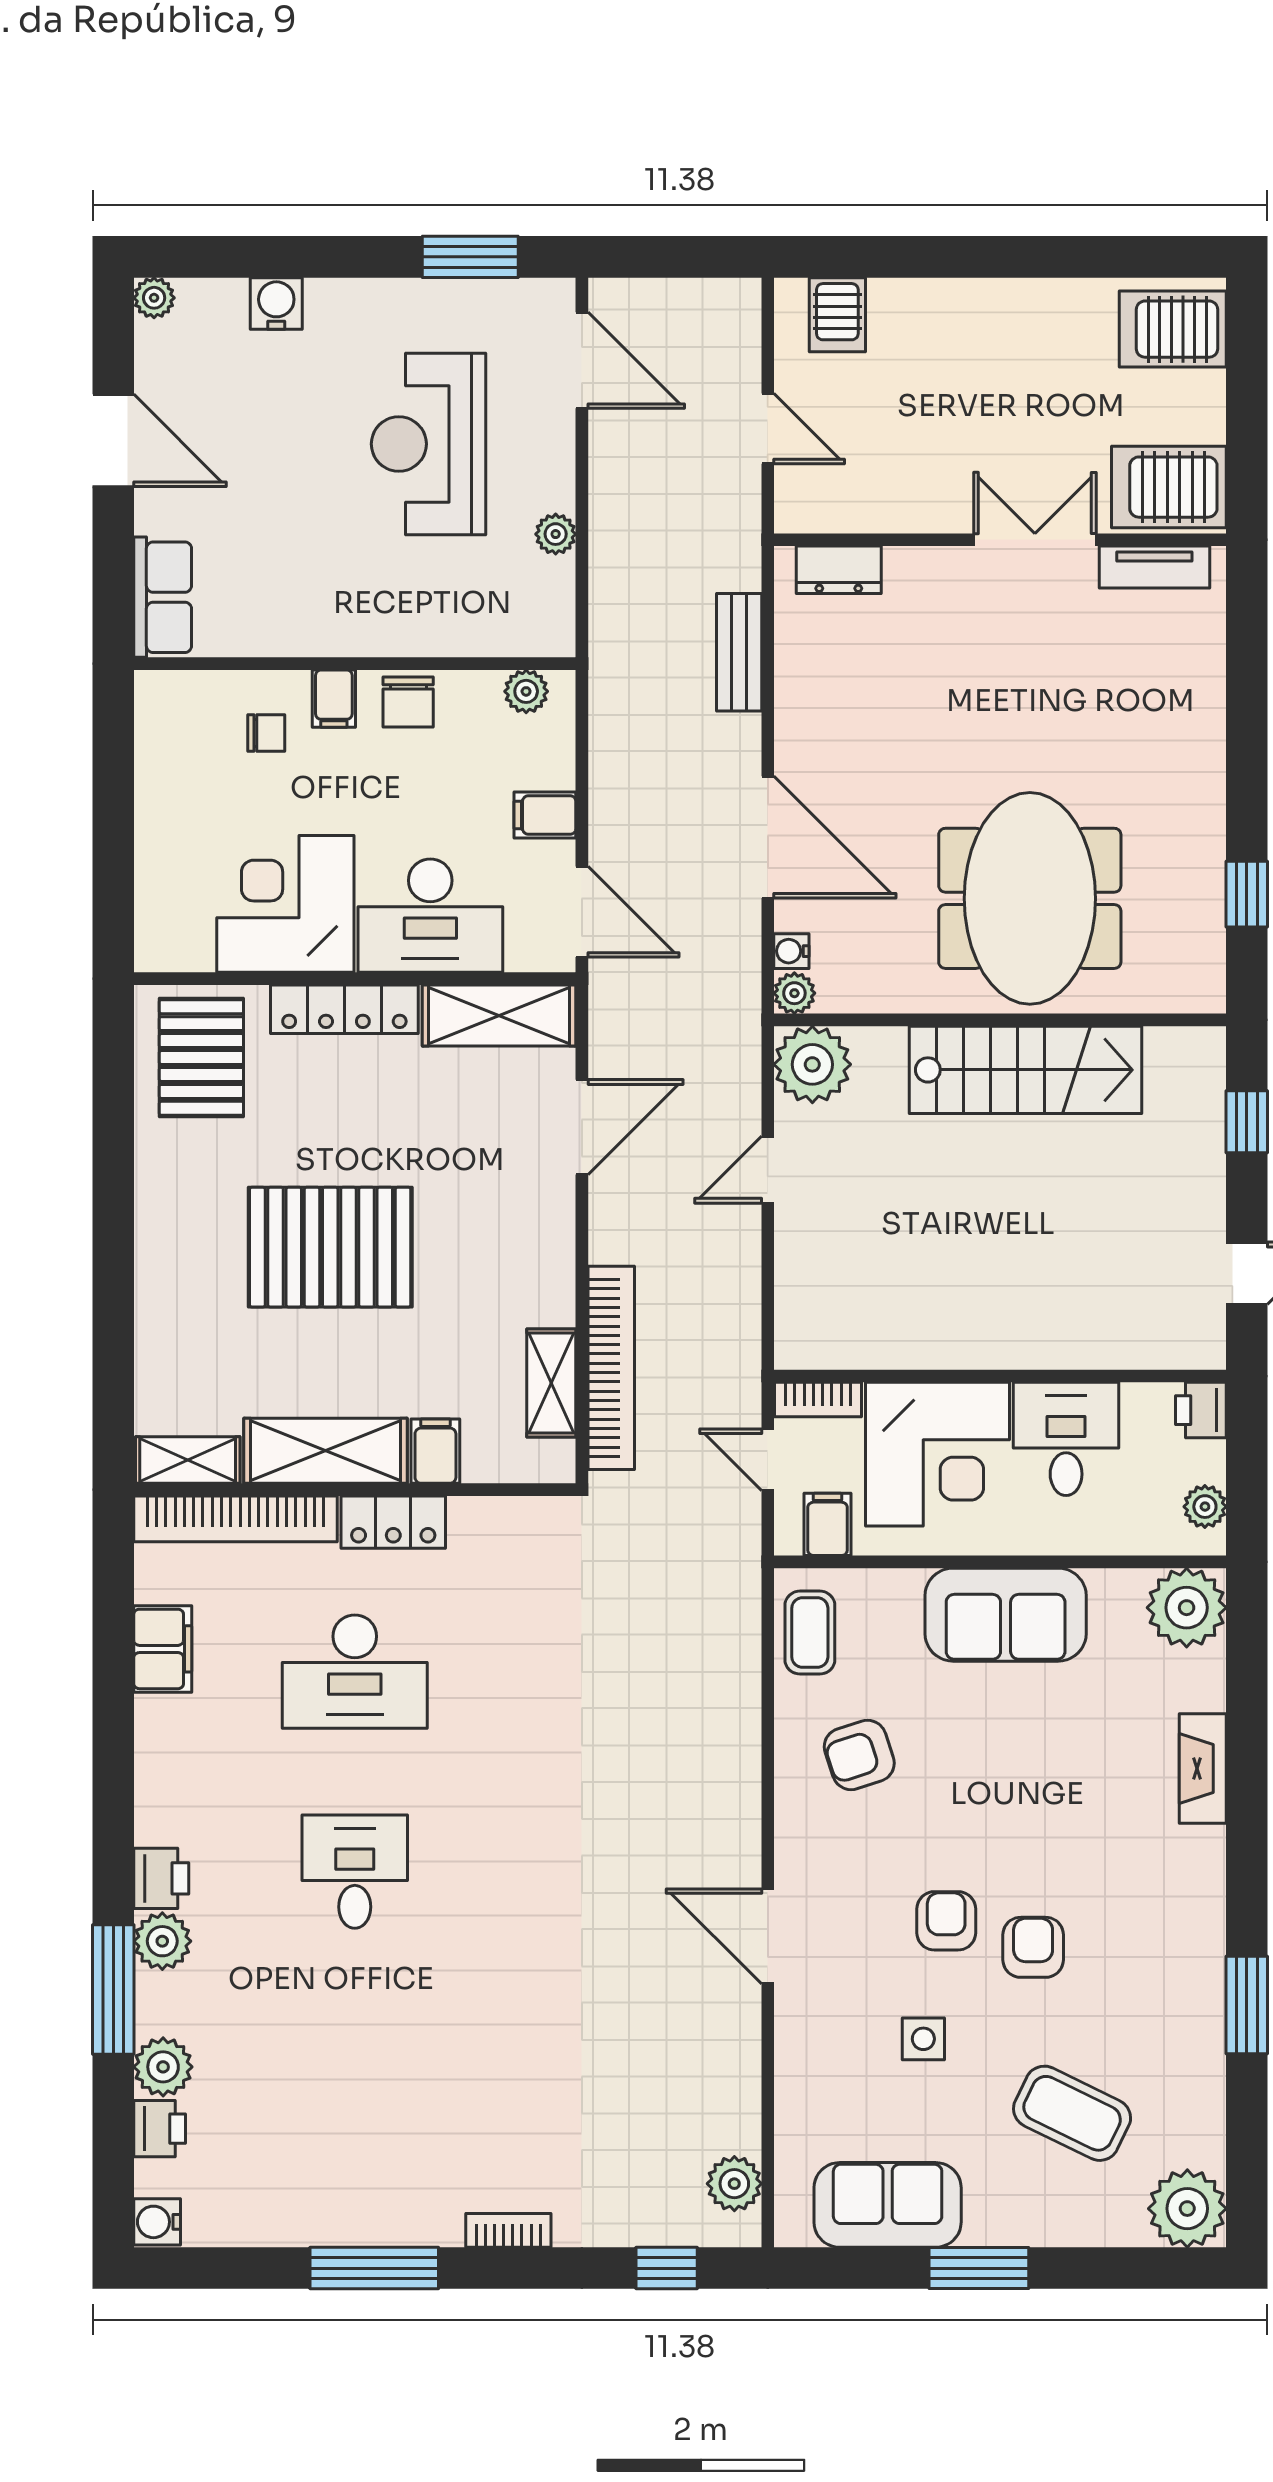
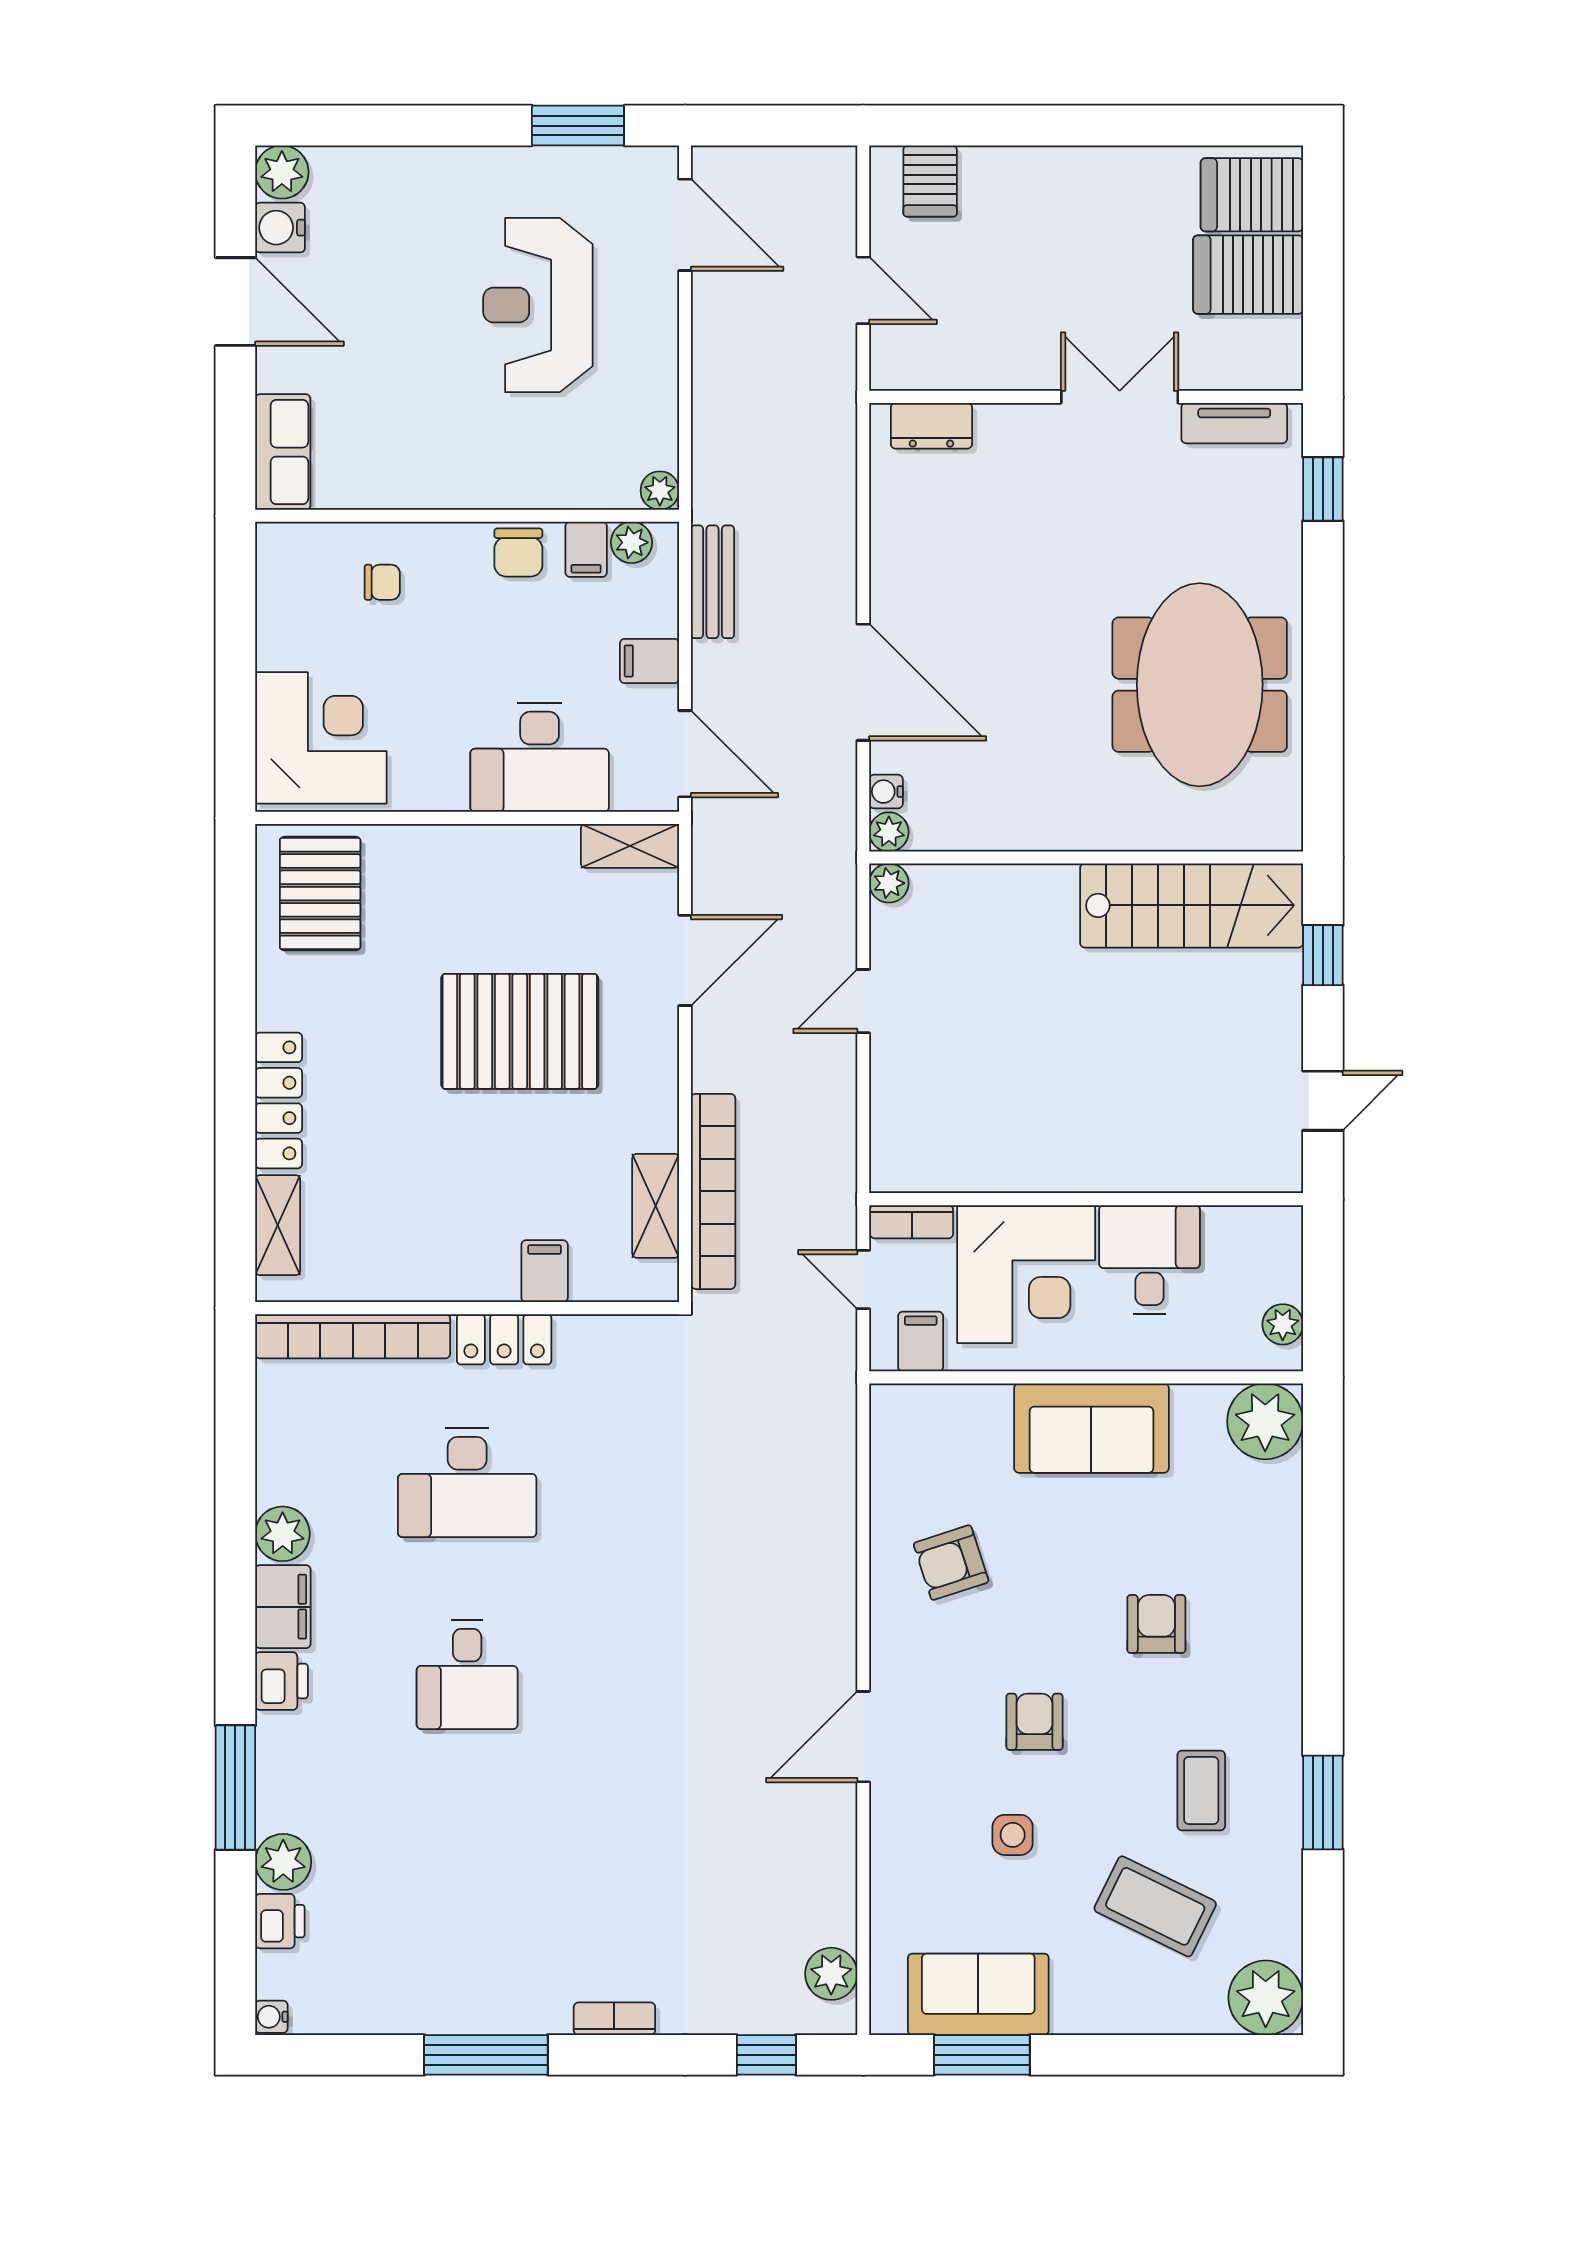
plant: (154, 298) -> (282, 172), width x1.38, depth x1.38
water cooler: (276, 303) -> (280, 228), moved, turned -90
server rack: (1169, 487) -> (1248, 275), moved
plant: (556, 534) -> (660, 491), moved
bench: (739, 652) -> (712, 582), moved
filing cabinet: (334, 699) -> (586, 549), moved
window: (1247, 894) -> (1323, 489), moved
meeting table: (1030, 898) -> (1200, 685), moved
corner desk: (285, 904) -> (321, 738), moved, turned 90
locker: (344, 1009) -> (279, 1100), moved, turned -90
shelving: (499, 1015) -> (630, 846), width x0.67, depth x0.75
plant: (812, 1064) -> (889, 883), width x0.53, depth x0.53
stairs: (1025, 1070) -> (1192, 905), moved
pallet: (330, 1247) -> (520, 1031), moved
printer: (1201, 1410) -> (1279, 1232), removed
shelving: (326, 1451) -> (439, 1271), removed
shelving: (188, 1460) -> (278, 1225), moved, turned 90
coffee table: (810, 1633) -> (1201, 1790), moved
filing cabinet: (163, 1649) -> (283, 1607), moved
fireplace: (1203, 1768) -> (1281, 1576), removed
desk: (355, 1872) -> (467, 1675), turned 180
door: (768, 1936) -> (863, 1737), hinge flipped
plant: (162, 1941) -> (283, 1534), moved
armchair: (1033, 1947) -> (1156, 1624), moved
water cooler: (157, 2222) -> (271, 2017), width x0.72, depth x0.72
window: (979, 2268) -> (982, 2055), moved

